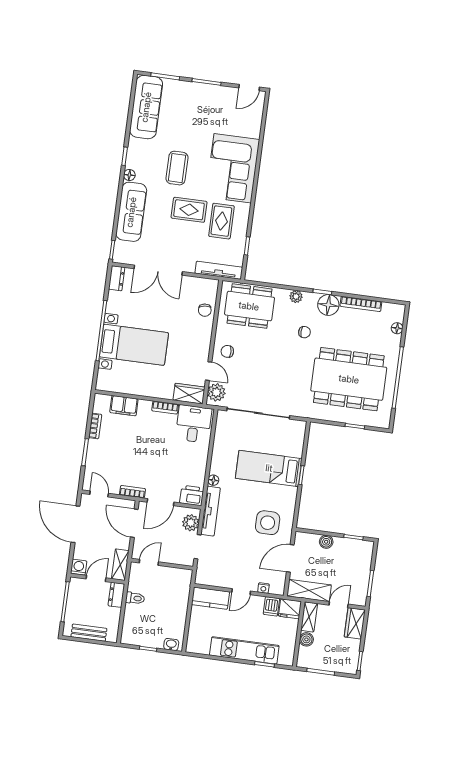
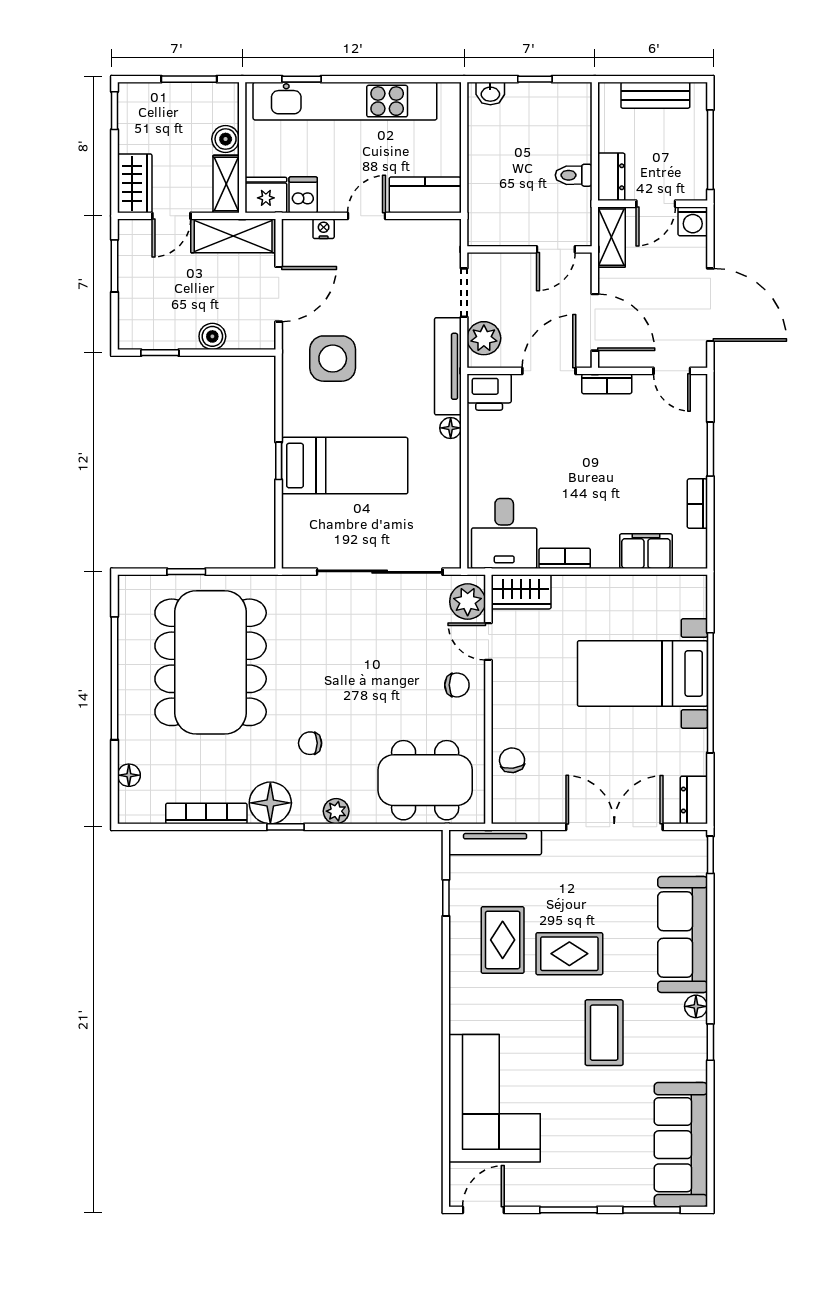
corner sofa: (233, 168) -> (495, 1098), moved
dining table: (349, 379) -> (211, 662), turned 90
kitchen unit: (244, 650) -> (345, 101), width x1.36

